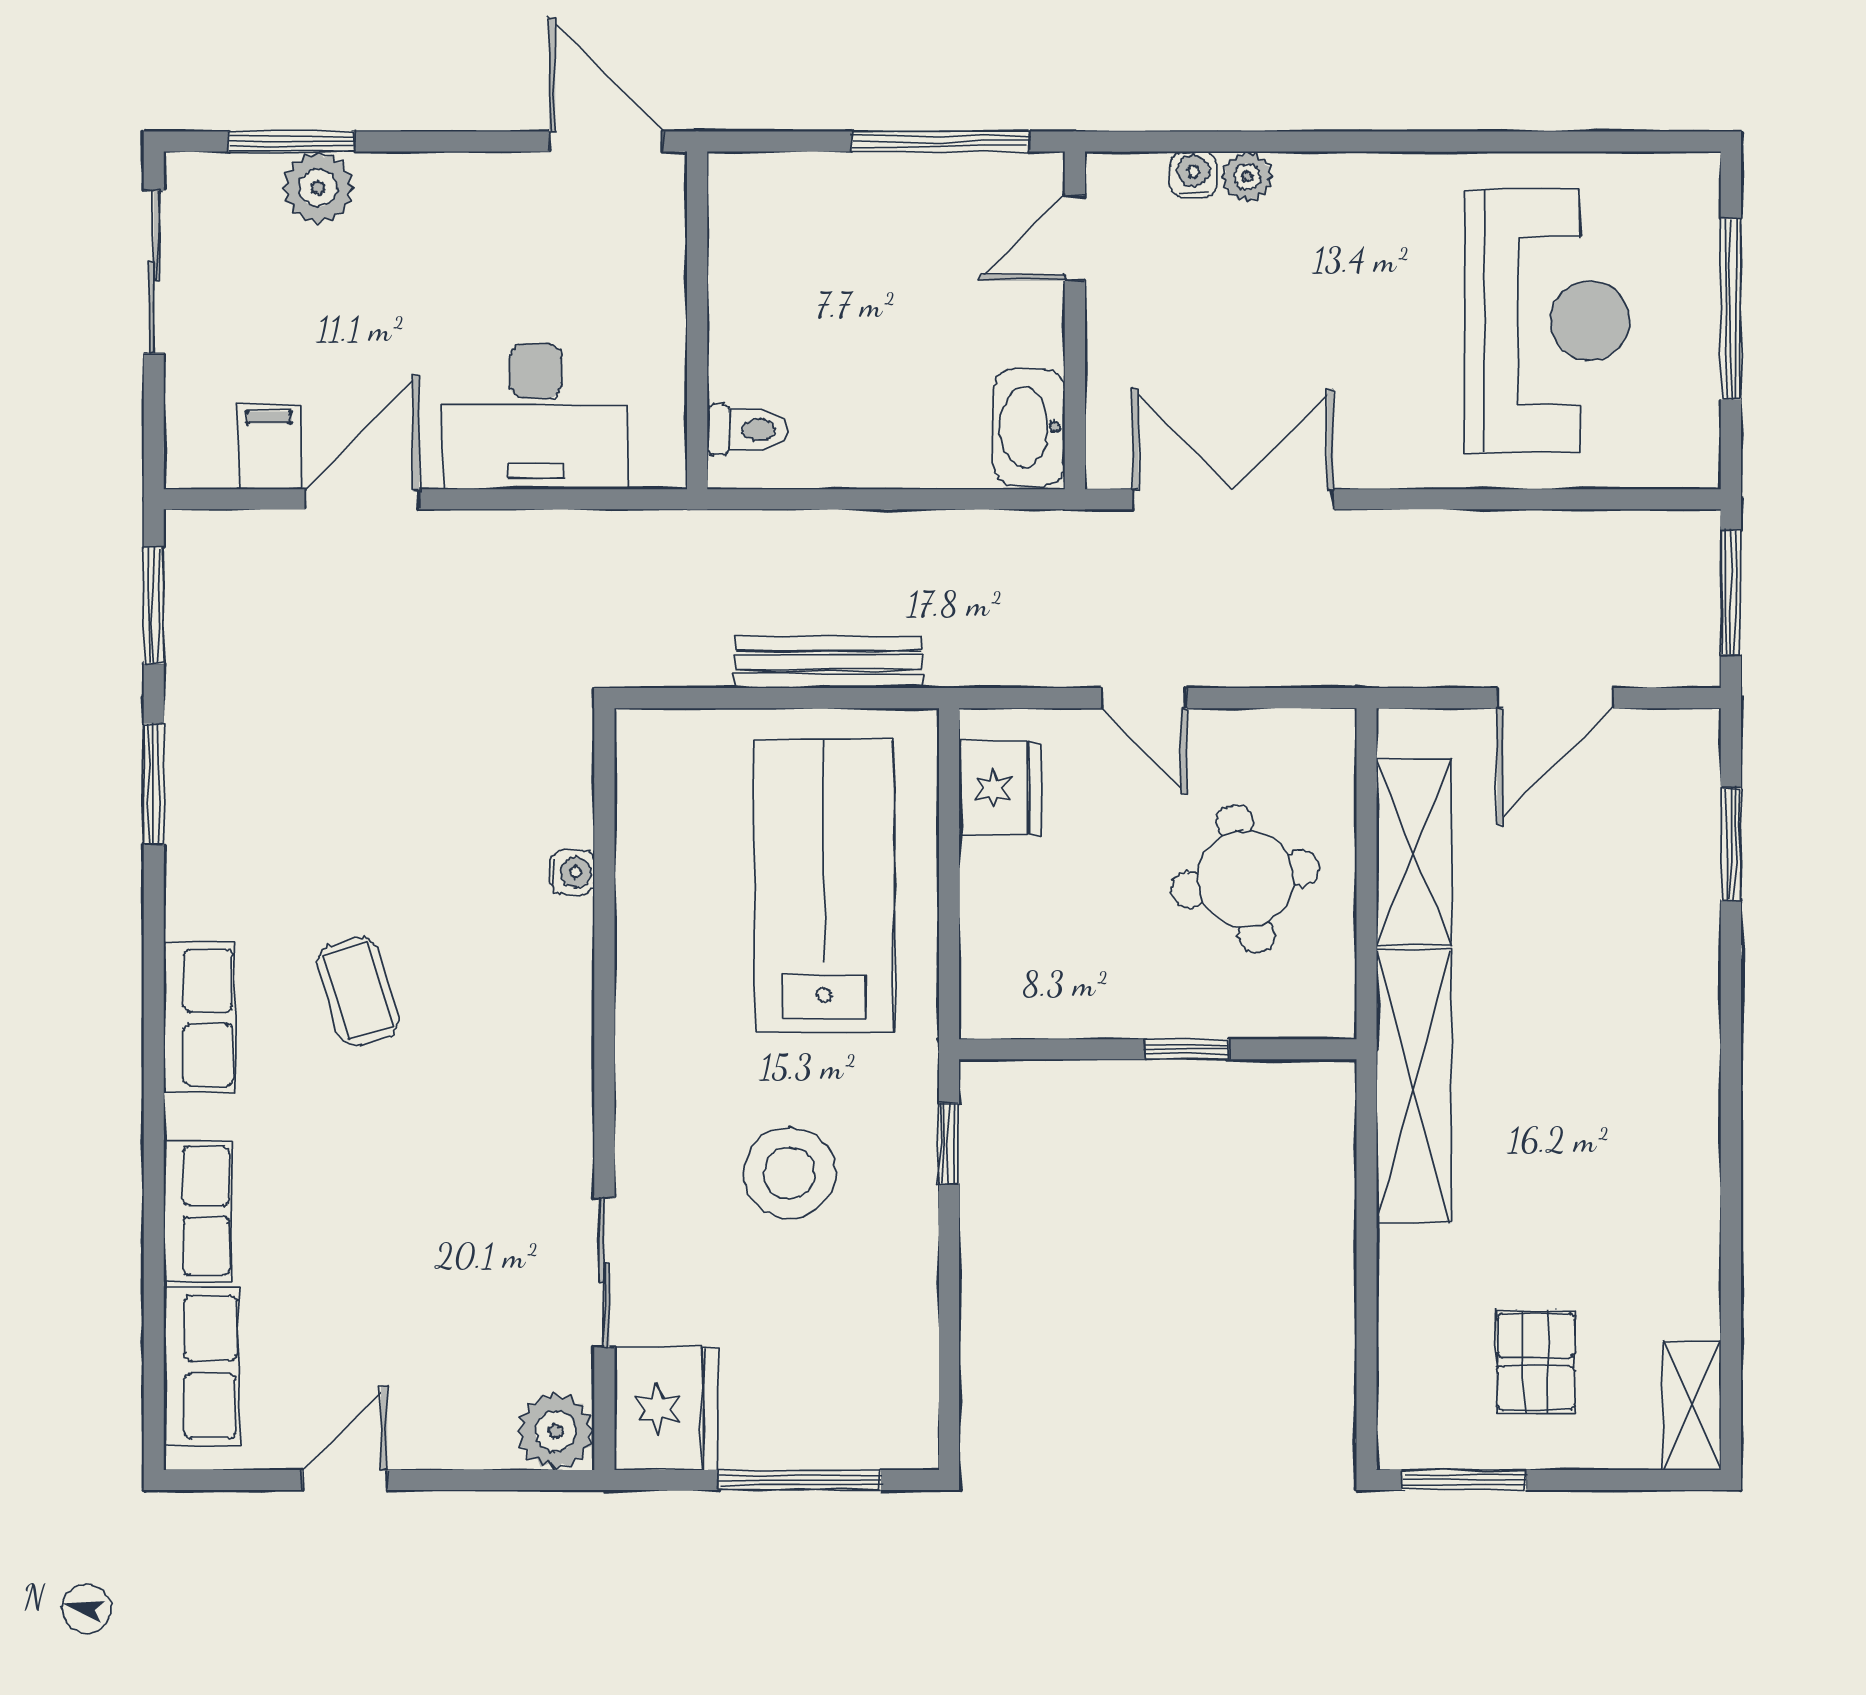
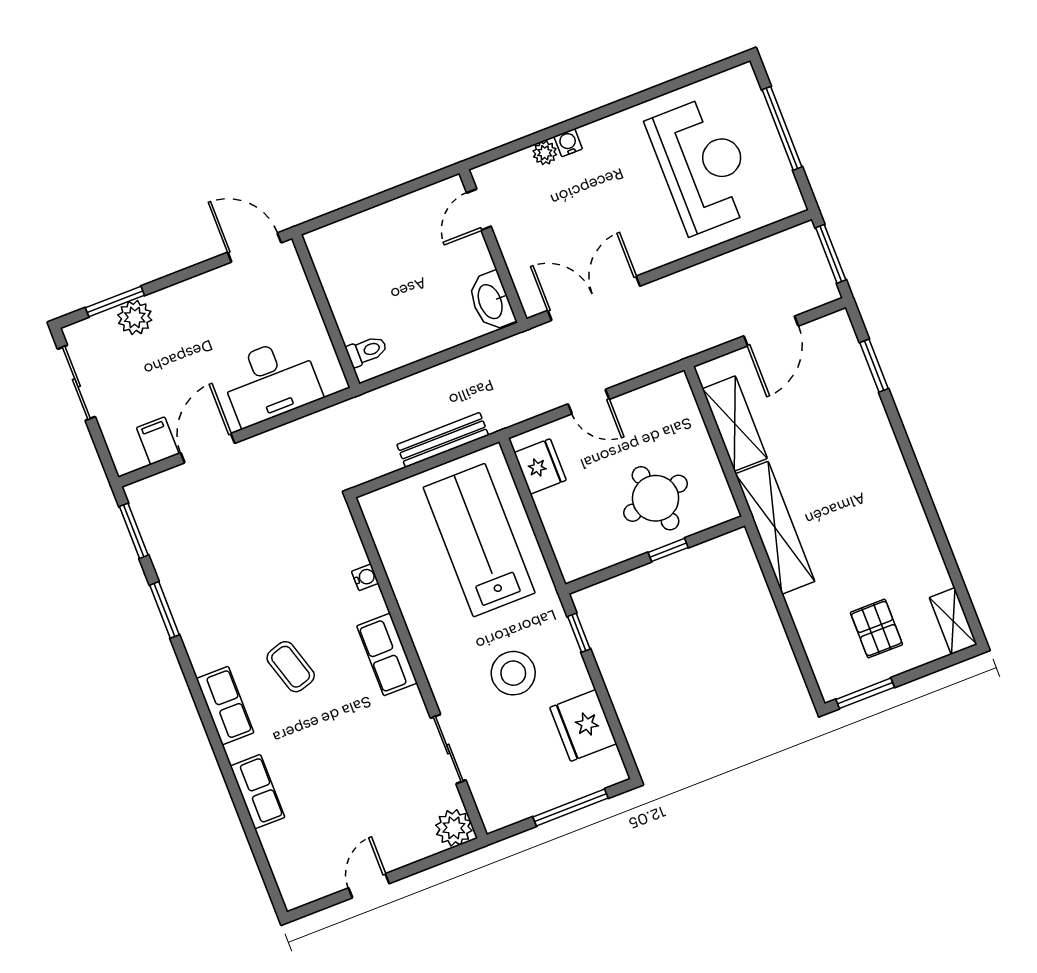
window: (940, 141) -> (403, 190), removed
water cooler: (1193, 175) -> (568, 143), moved
round table: (1245, 879) -> (656, 498), moved
row of seats: (202, 1367) -> (387, 654), moved, turned 180
fridge: (666, 1409) -> (583, 725), moved, turned 180

